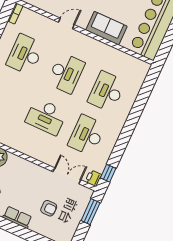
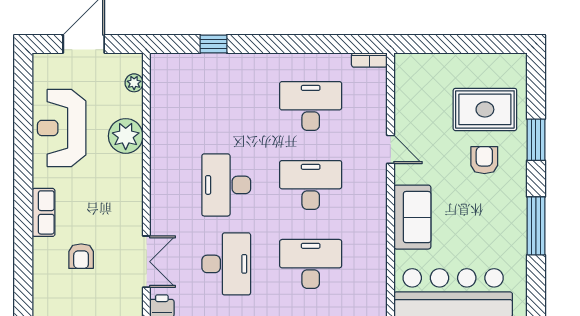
desk: (66, 73) -> (311, 185), turned 180
desk: (87, 135) -> (226, 264), turned 90

